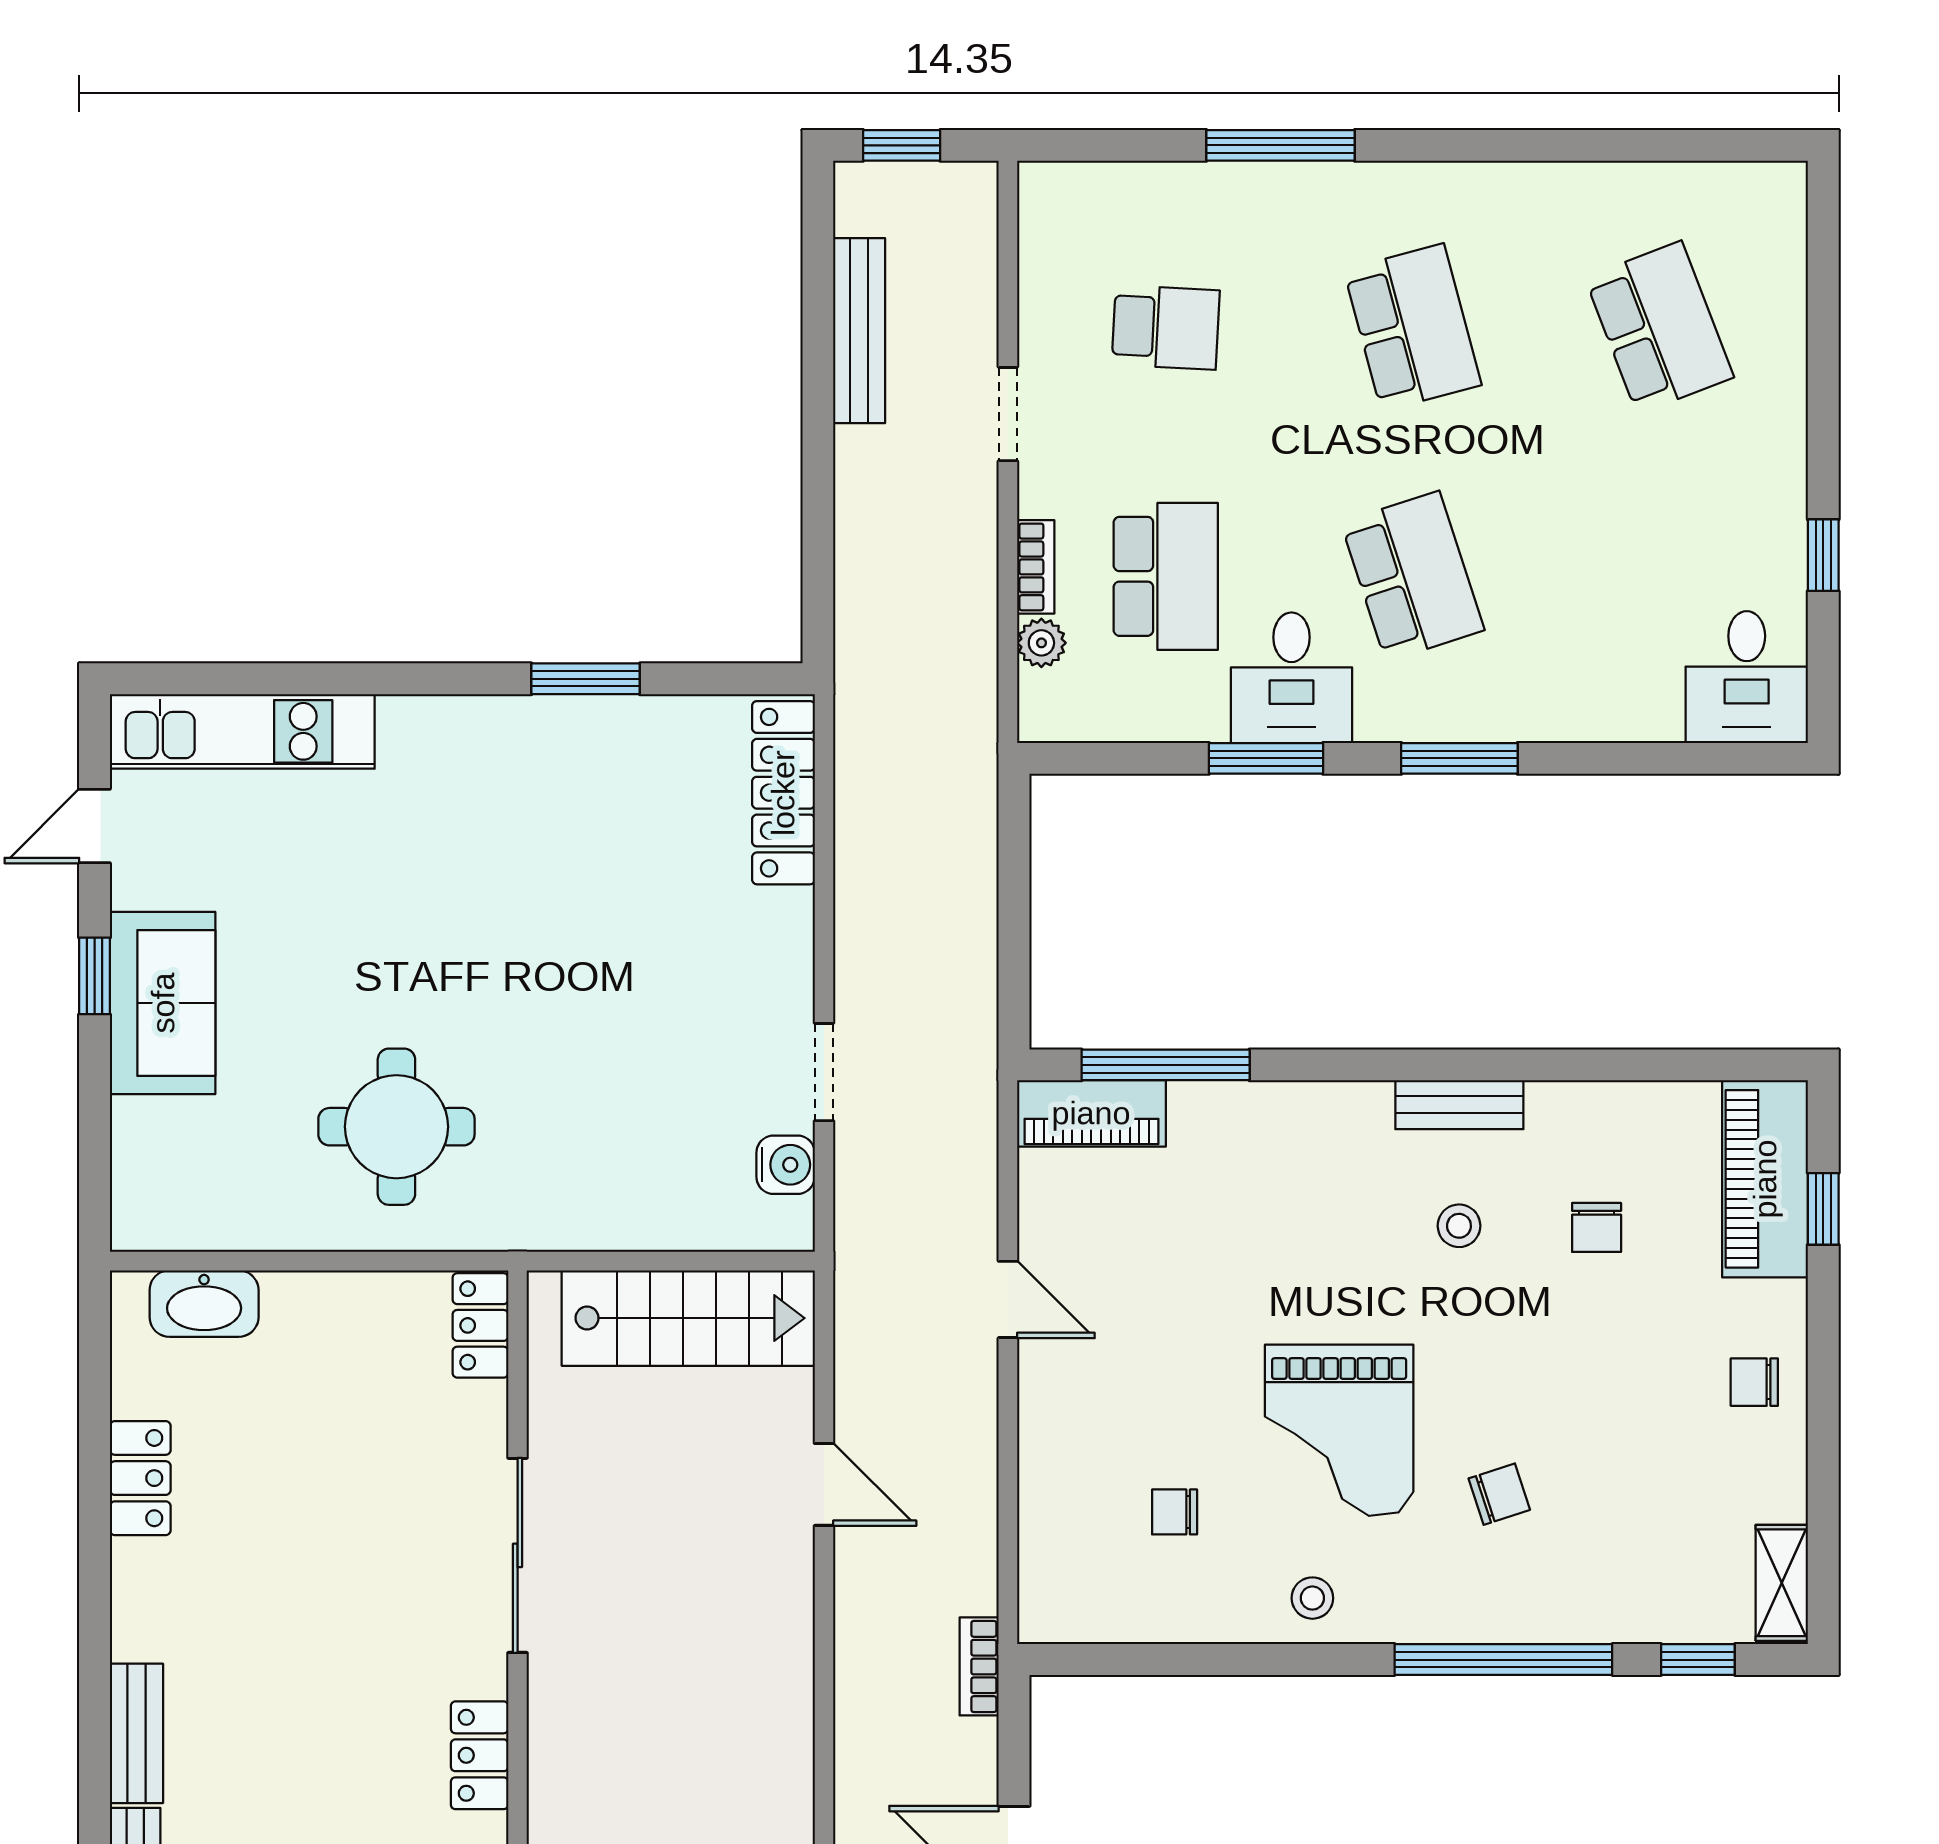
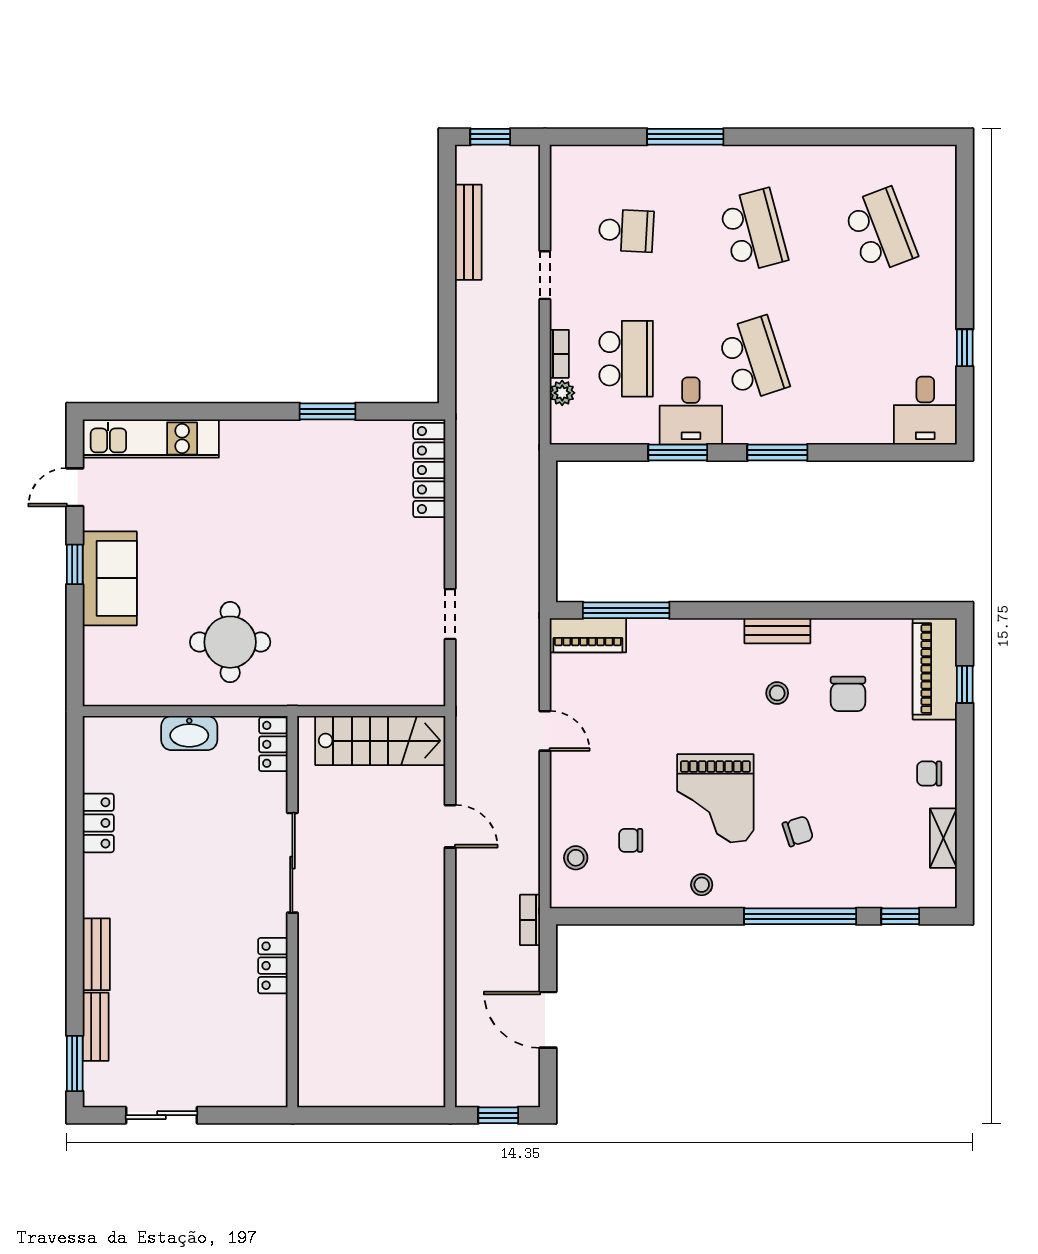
water cooler: (786, 1165) -> (430, 662), removed
chair: (1597, 1227) -> (848, 694), width x1.37, depth x1.37
washbasin: (204, 1304) -> (189, 733), moved
stool: (1068, 1546) -> (576, 858), added
shelving: (1782, 1583) -> (943, 838), moved

